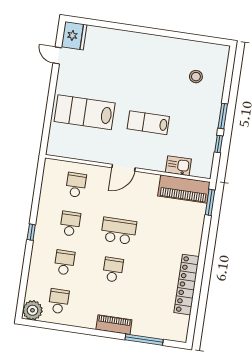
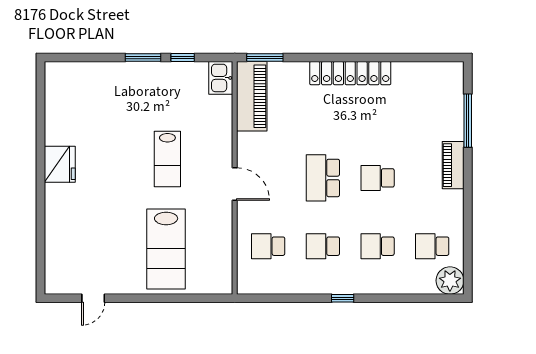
fridge: (74, 36) -> (60, 164), moved, turned 90
stool: (196, 77) -> (94, 103), removed
kitchen sink: (178, 166) -> (221, 78), moved
locker: (187, 285) -> (350, 73), moved

